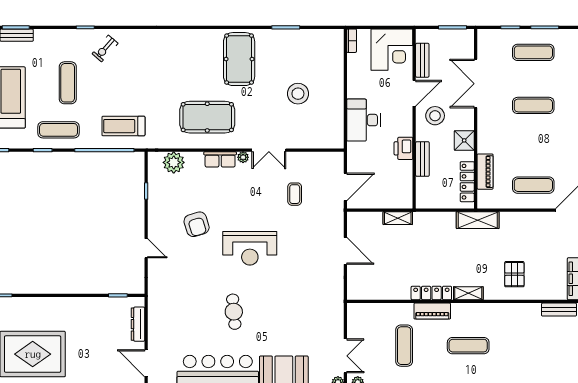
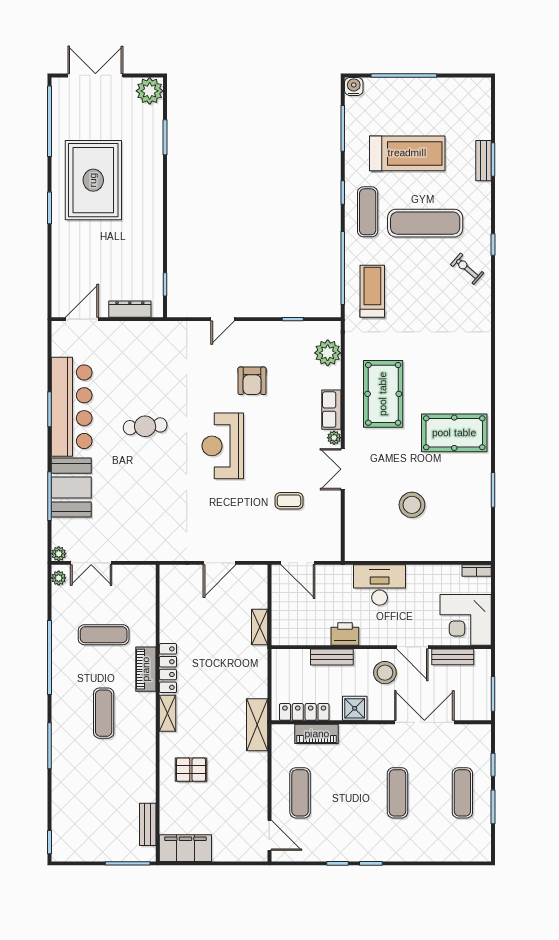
exercise mat: (68, 83) -> (425, 223), width x1.36, depth x1.45
armchair: (197, 224) -> (252, 381), turned -73

